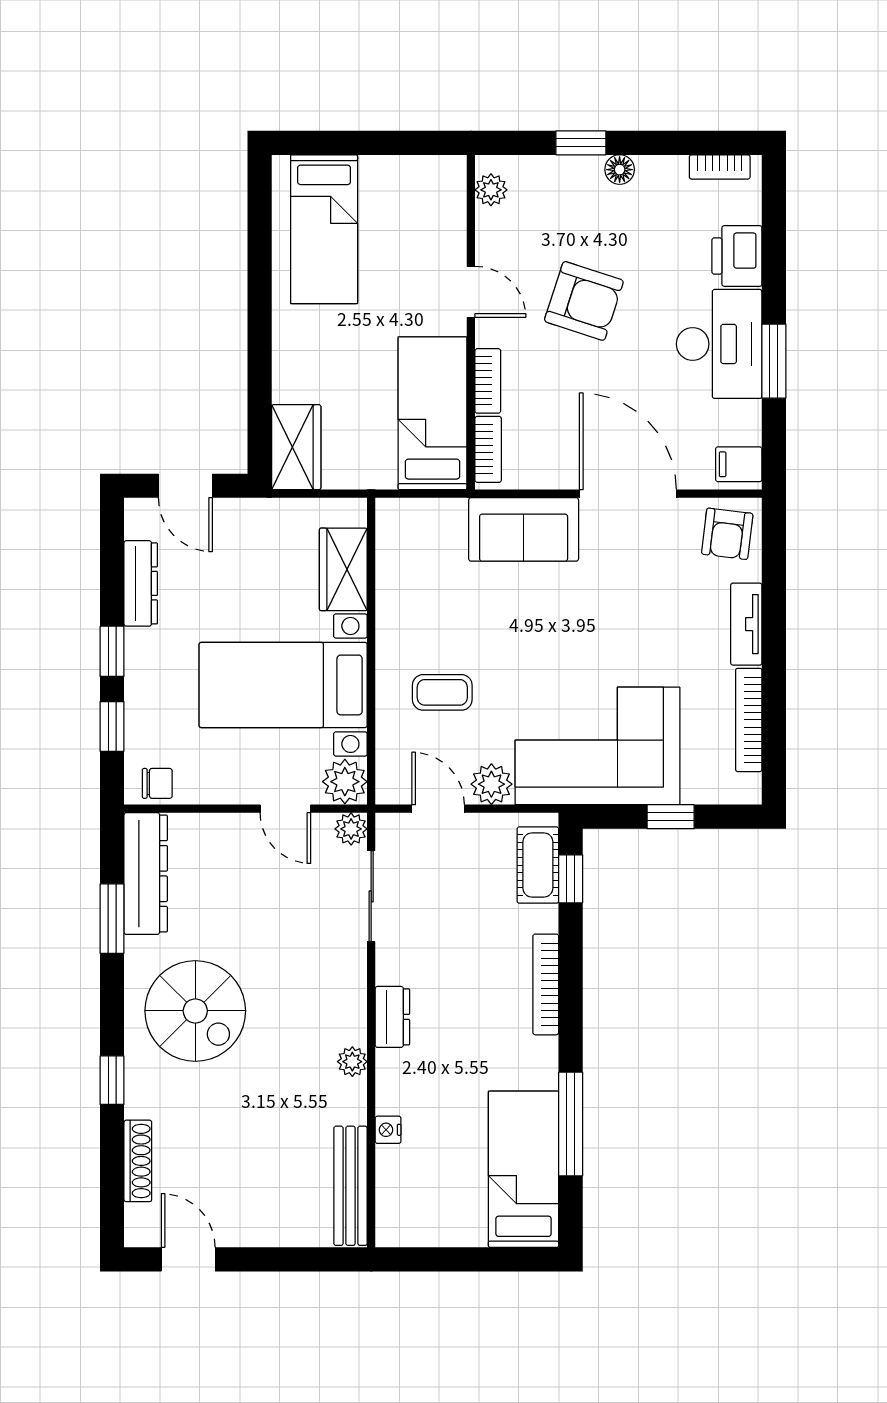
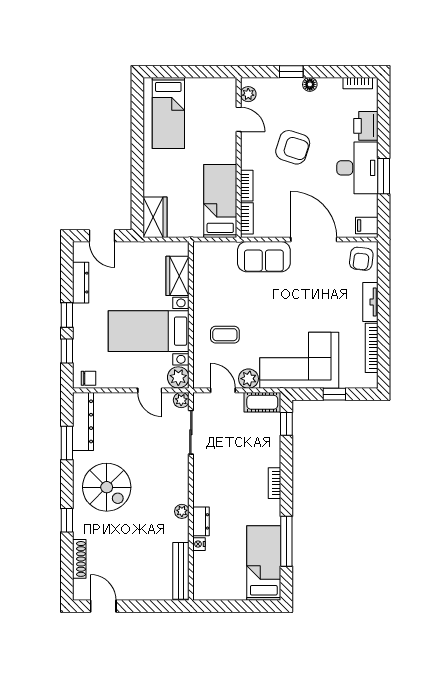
door: (471, 292) -> (239, 119), moved
cot: (538, 865) -> (262, 402), moved, turned 90
bookcase: (546, 984) -> (274, 483), width x0.64
dresser: (392, 1017) -> (201, 521), moved

